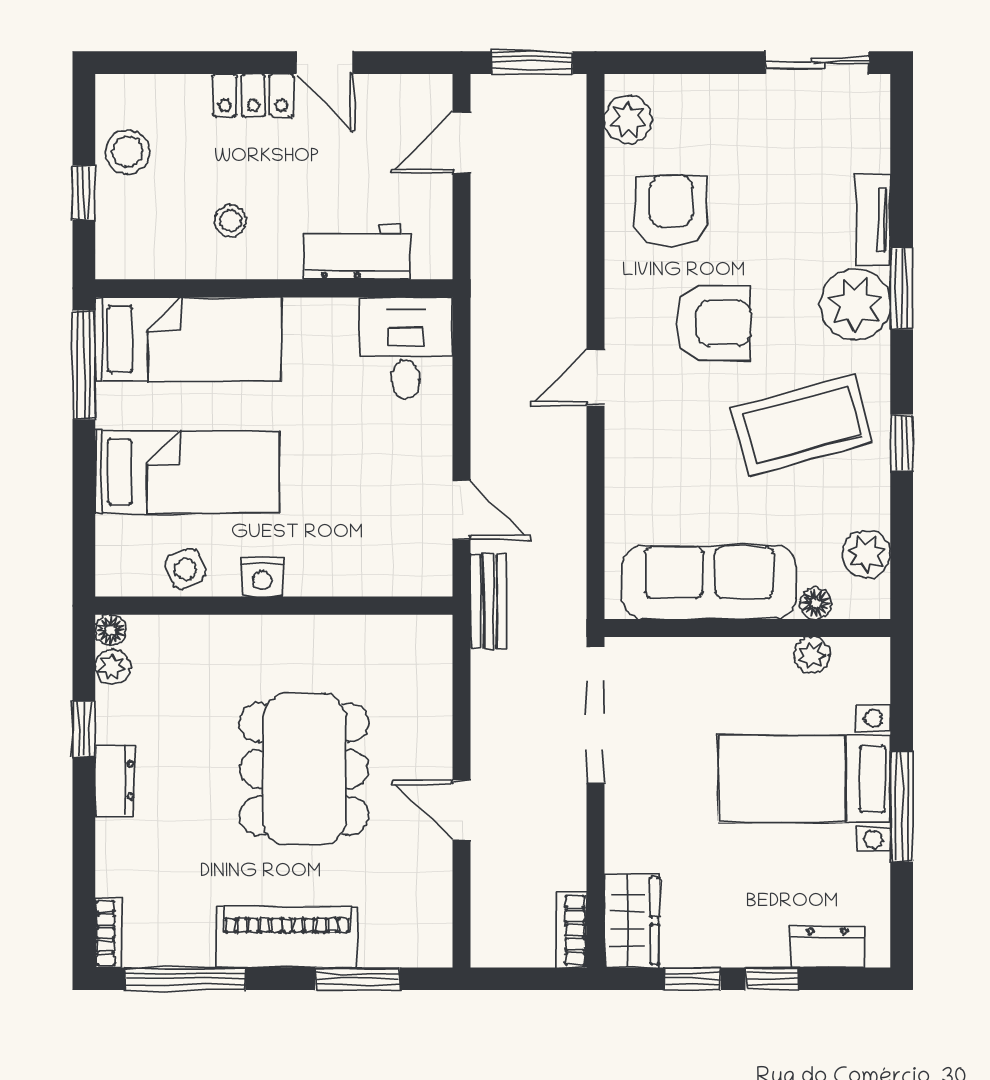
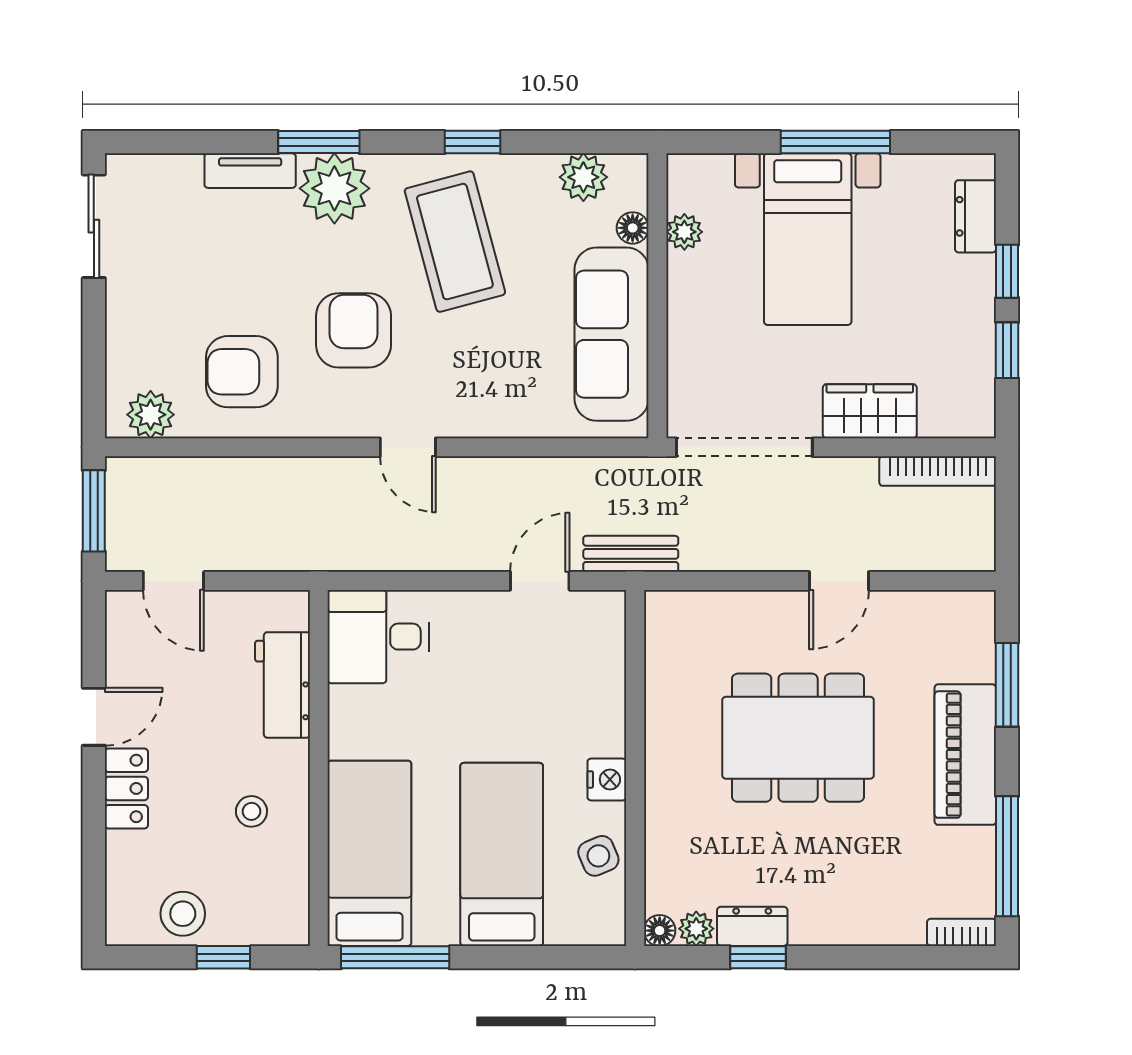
dresser: (115, 780) -> (752, 926), moved
wardrobe: (632, 921) -> (870, 411), moved
bookcase: (572, 930) -> (938, 471), width x1.56

